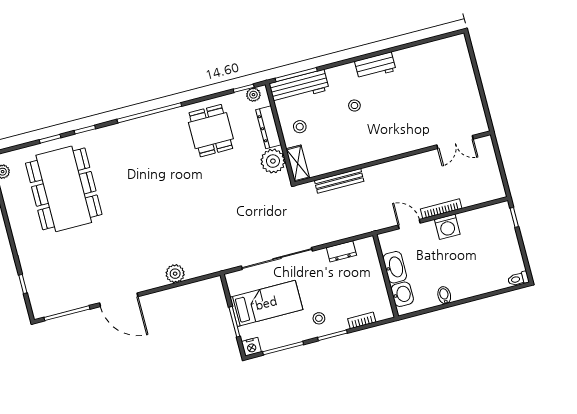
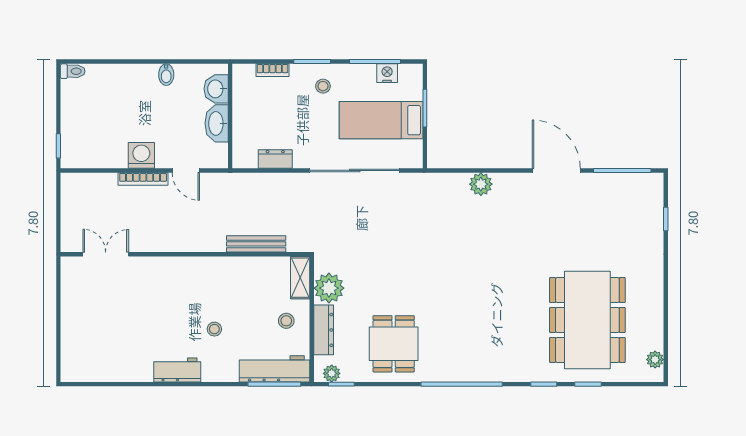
nightstand: (251, 347) -> (387, 73), moved

